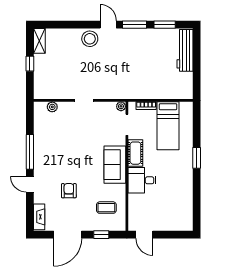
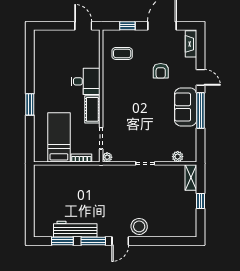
door: (108, 25) -> (120, 241), hinge flipped
shelving: (39, 41) -> (191, 178), moved
workbench: (185, 50) -> (75, 229), moved, turned -90
sofa: (115, 165) -> (186, 107), moved, turned 180

